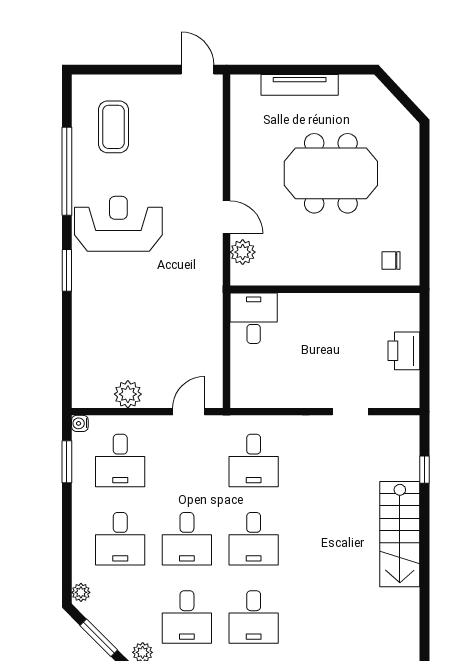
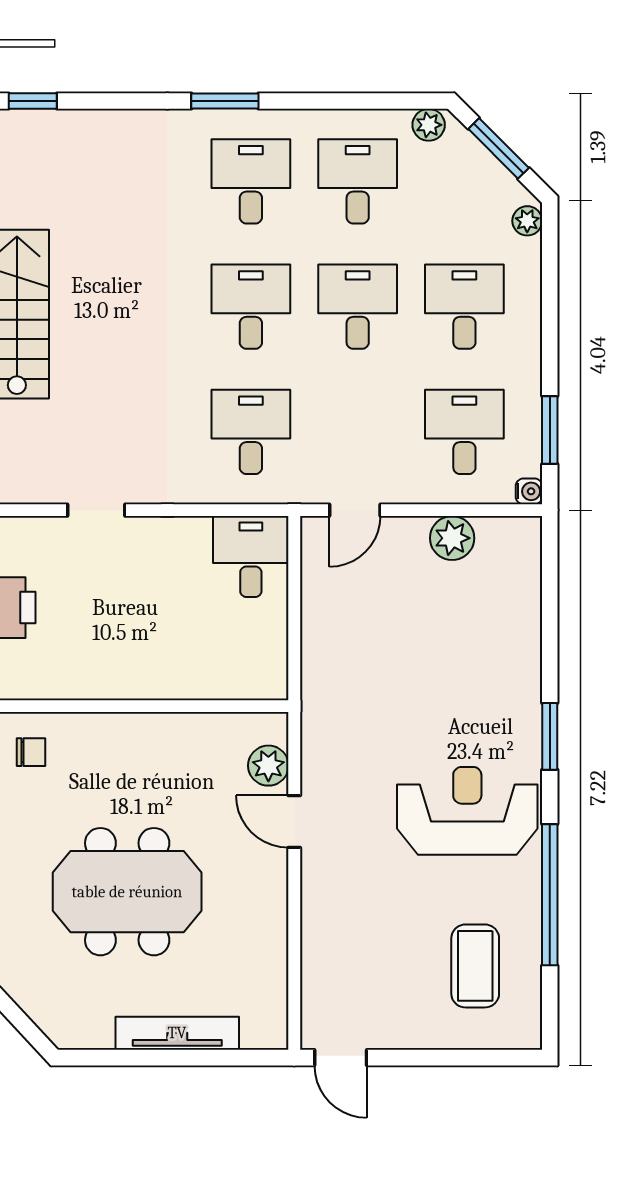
reception desk: (118, 224) -> (467, 811), turned 180
desk: (254, 318) -> (251, 557), moved, turned 180

